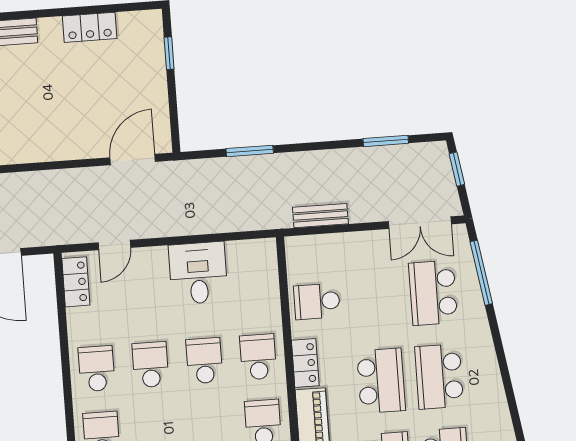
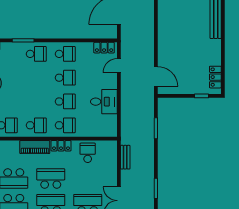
locker: (90, 27) -> (215, 77), moved
door: (114, 245) -> (119, 66), hinge flipped
school desk: (381, 381) -> (51, 178), turned 180

